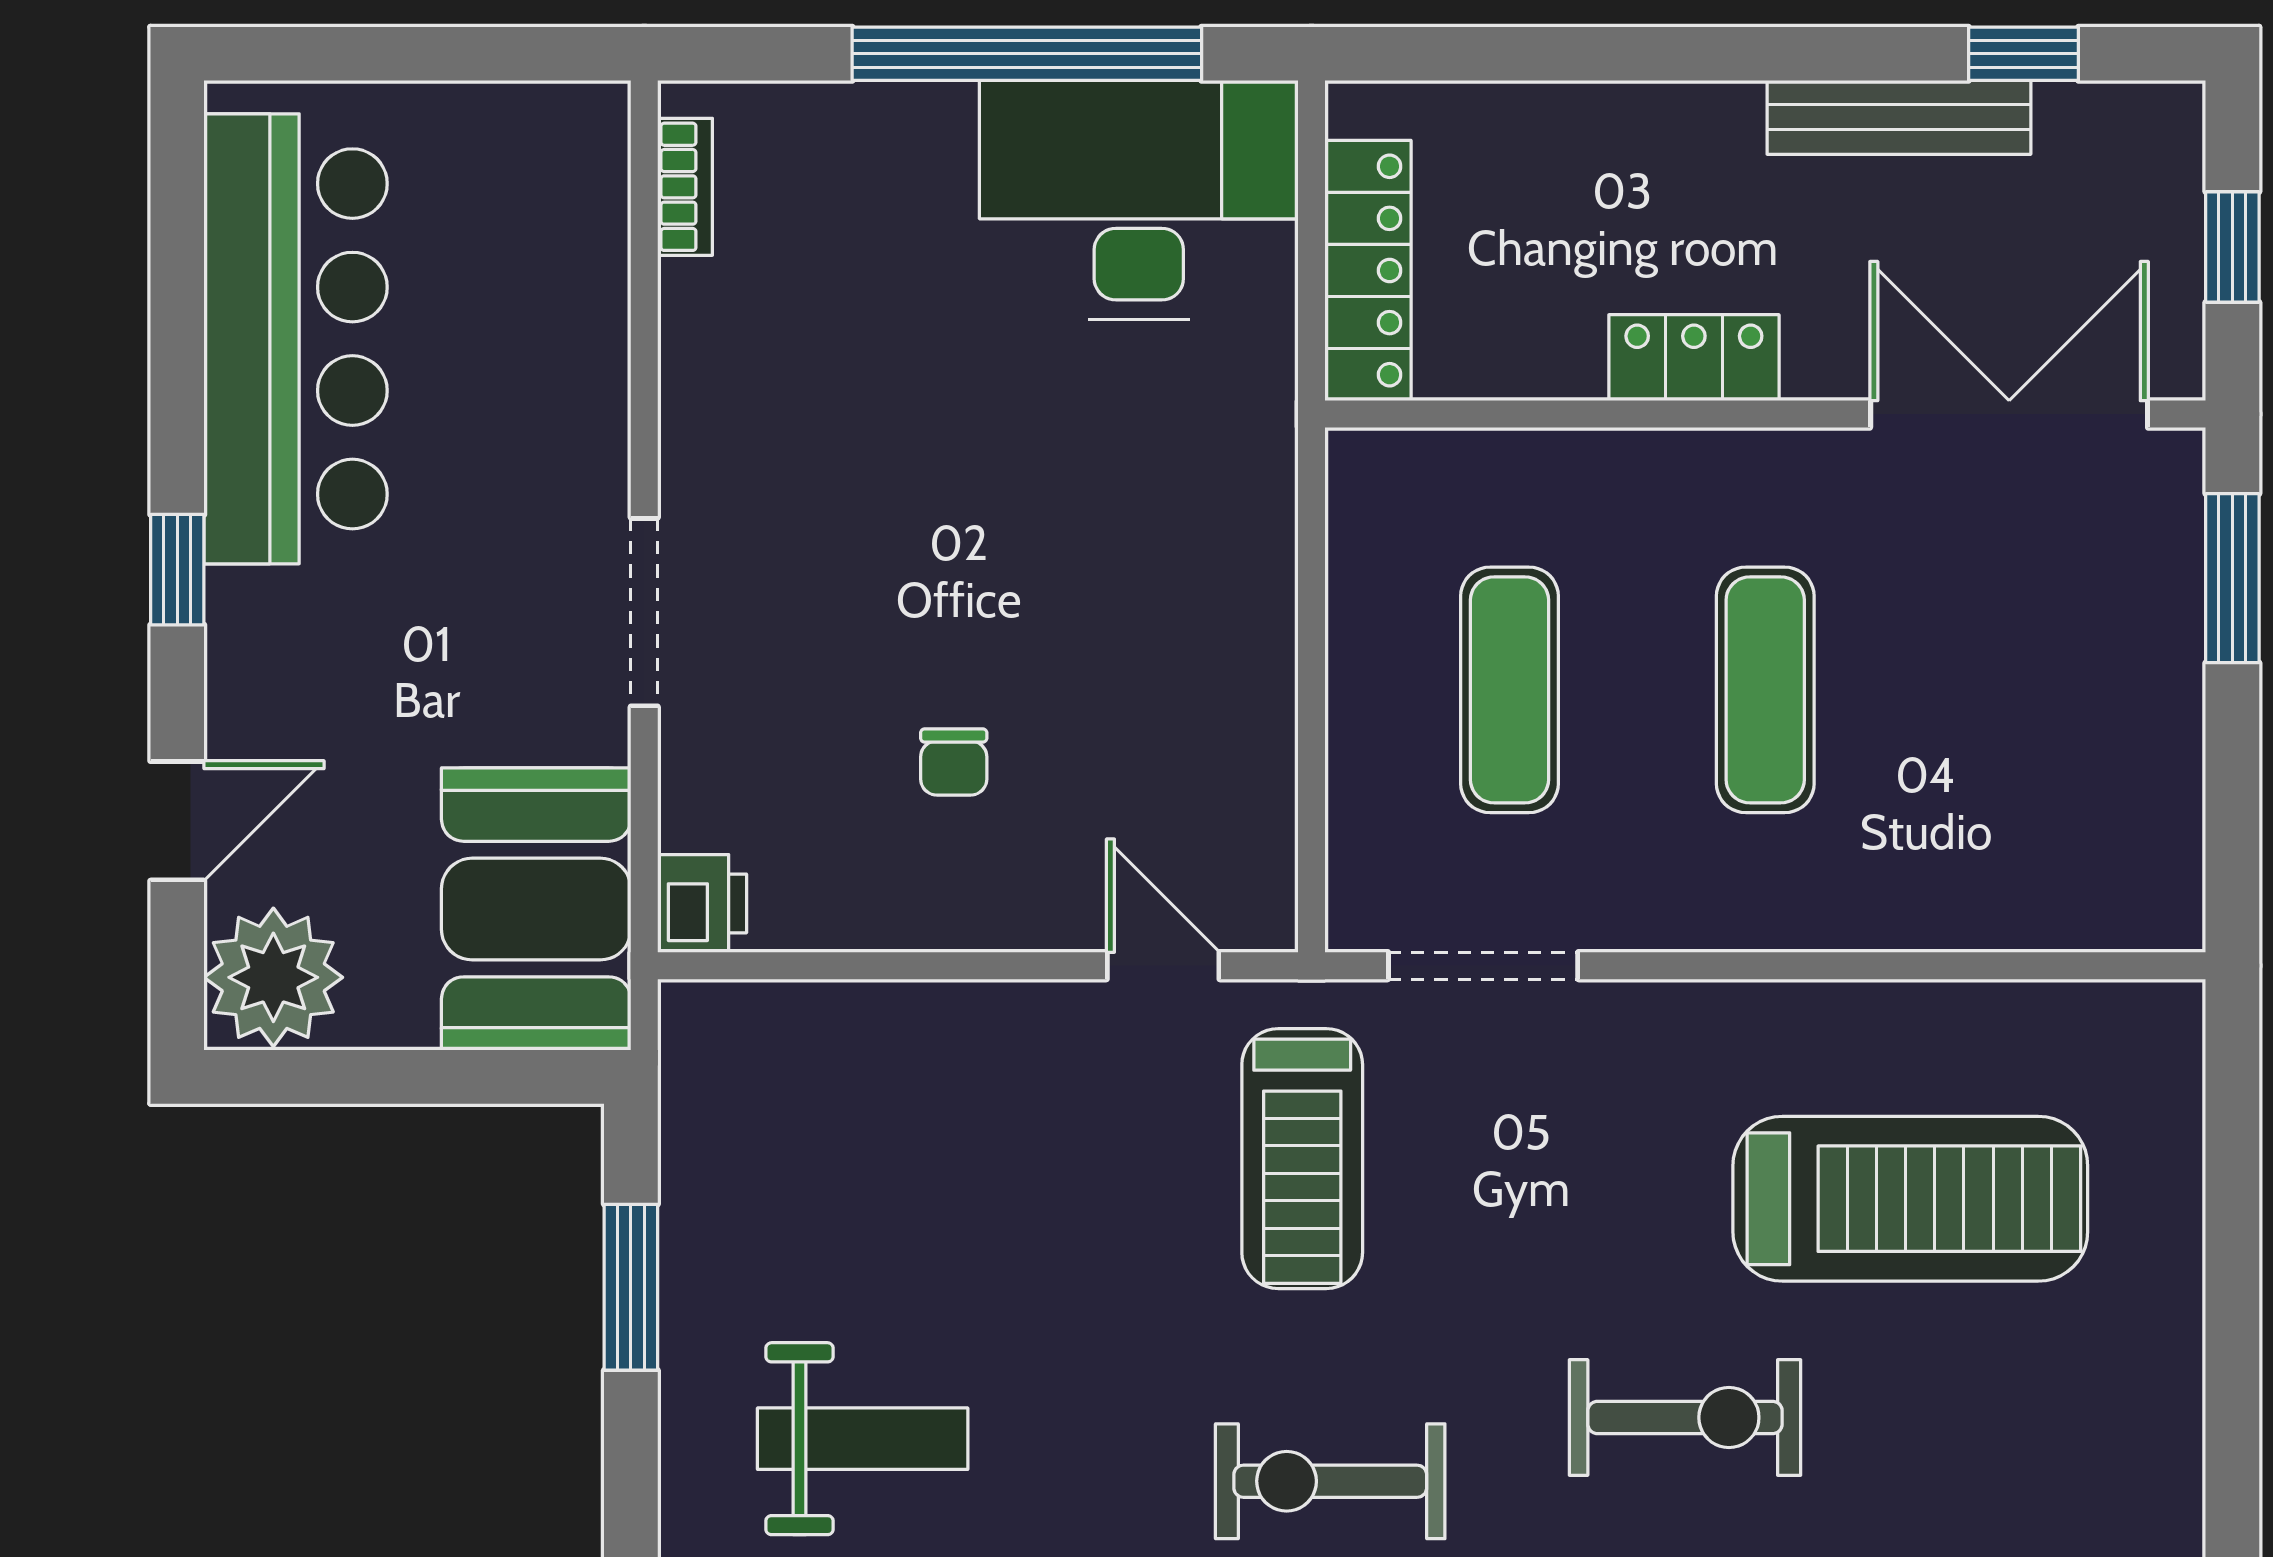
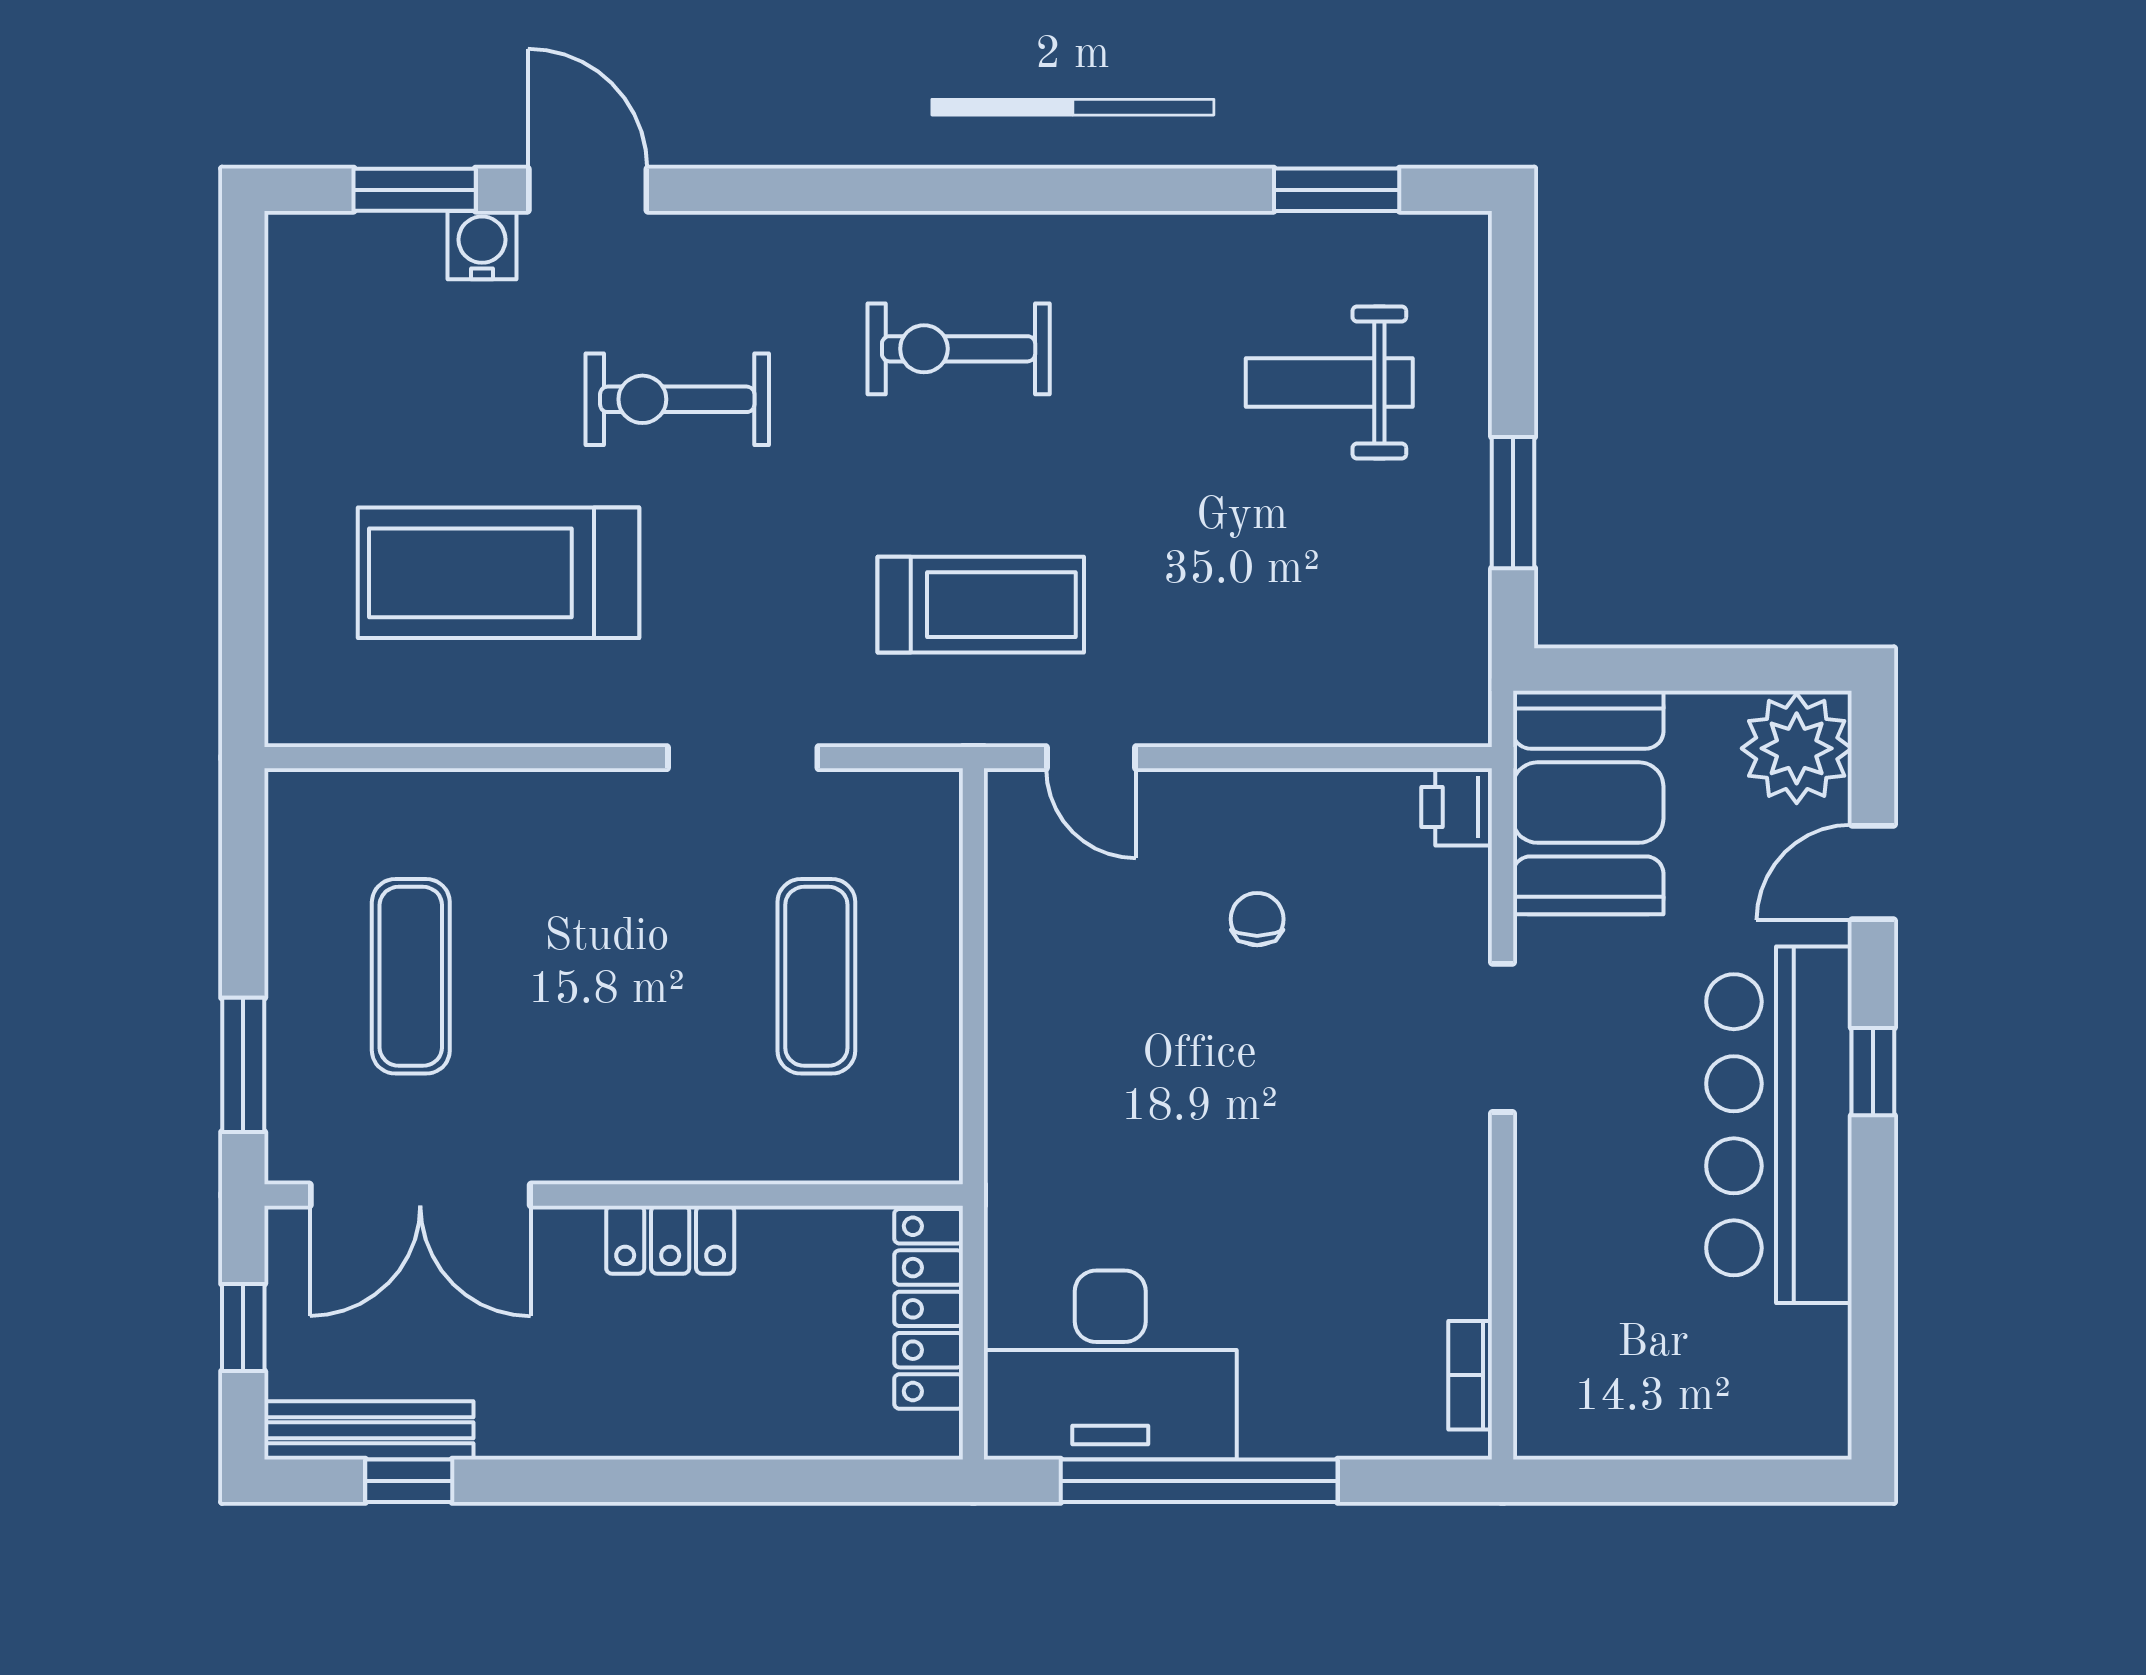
bench: (1899, 117) -> (369, 1430), moved
bar counter: (296, 339) -> (1779, 1125), moved
exercise mat: (1765, 690) -> (411, 976), moved
doorway: (1483, 966) -> (743, 758), moved
treadmill: (1302, 1159) -> (981, 605), turned 90
exercise bike: (1330, 1481) -> (959, 349), turned 180

